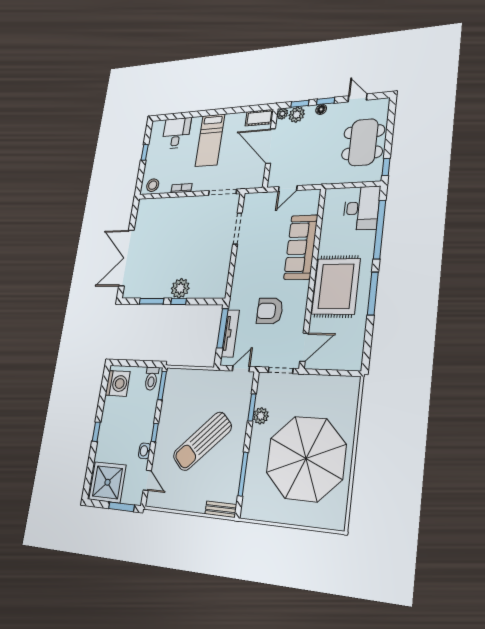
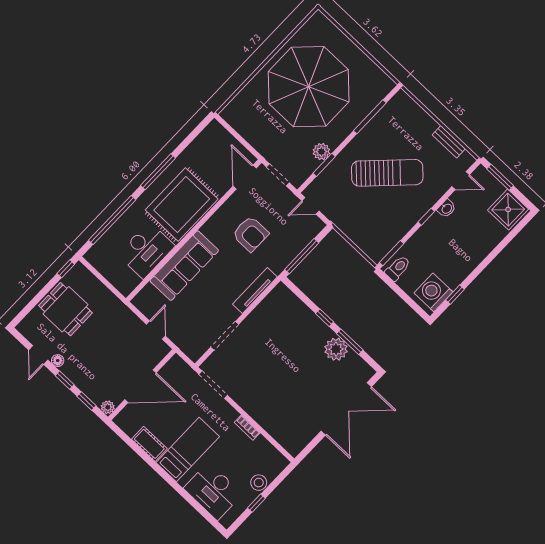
floor lamp: (321, 109) -> (58, 361), moved
plant: (297, 115) -> (97, 393), removed
cot: (259, 118) -> (149, 444), moved
desk: (176, 133) -> (213, 491), width x1.37
dining table: (363, 142) -> (66, 309), width x0.73
door: (270, 146) -> (140, 386), hinge flipped
stool: (153, 185) -> (259, 483), moved
door: (288, 189) -> (156, 330), hinge flipped
desk: (361, 208) -> (146, 250), moved, turned 180
plant: (180, 288) -> (336, 349), moved
tv unit: (230, 333) -> (255, 291), moved
door: (304, 347) -> (245, 177), hinge flipped
window: (96, 432) -> (455, 295), moved
door: (147, 480) -> (461, 181), swing flipped
shower: (108, 482) -> (508, 210), width x0.73, depth x0.73
bench: (221, 509) -> (449, 142), moved

